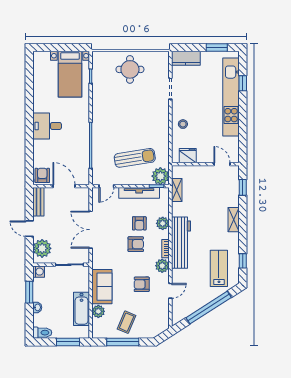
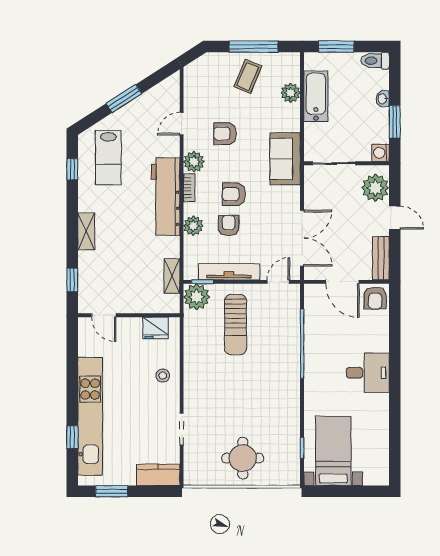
sun lounger: (135, 158) -> (235, 325), turned -81
double door: (91, 230) -> (302, 238), moved
armchair: (142, 284) -> (225, 134), turned 180
sofa: (102, 287) -> (285, 159), moved
window: (209, 308) -> (124, 99), width x0.47

